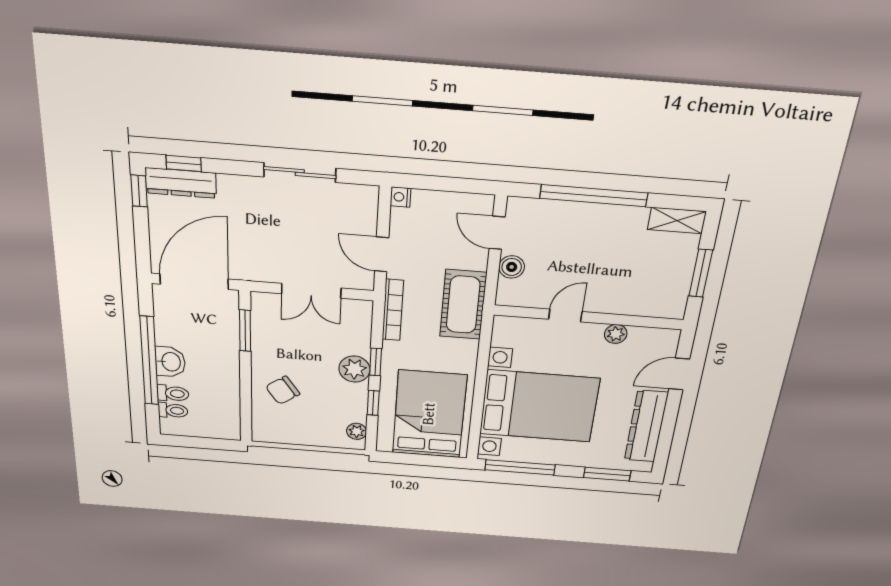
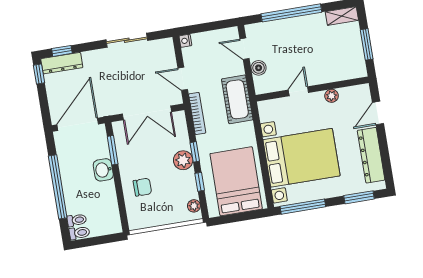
double door: (311, 291) -> (147, 113), width x1.37
washbasin: (170, 362) -> (103, 170), moved, turned 180
chair: (283, 390) -> (142, 187), turned -145
toilet: (173, 393) -> (79, 233), moved

